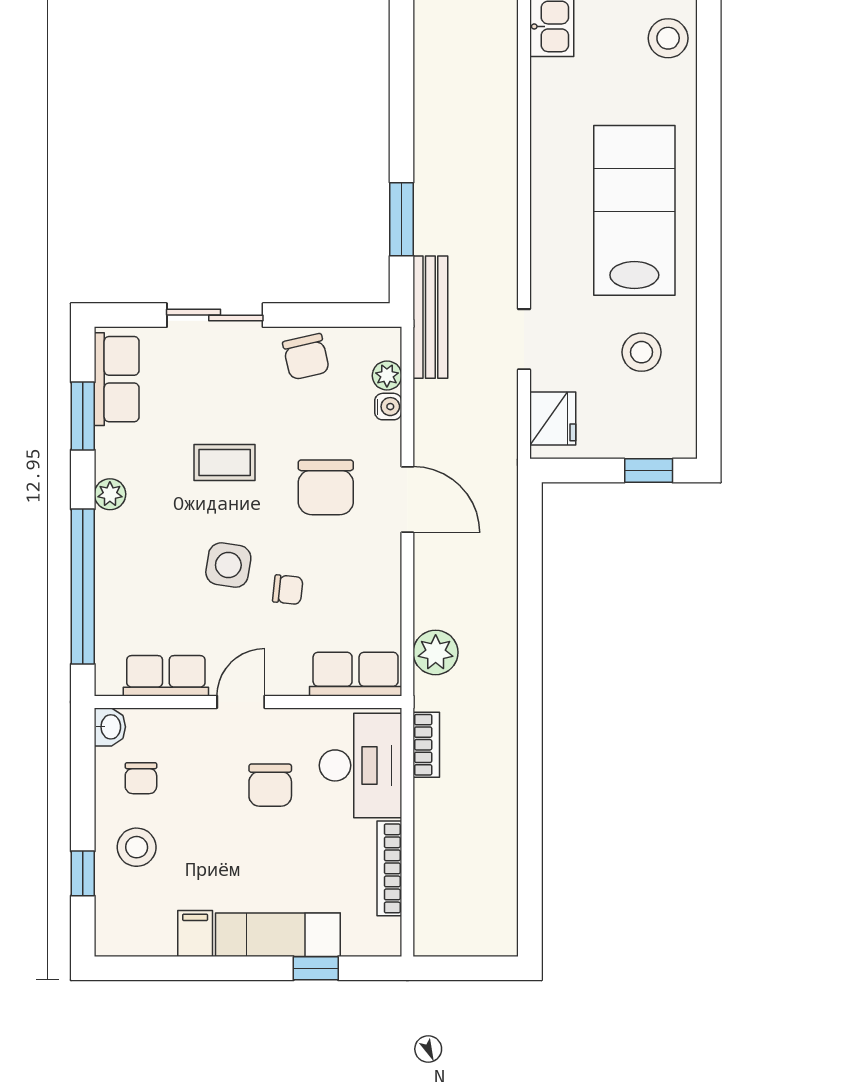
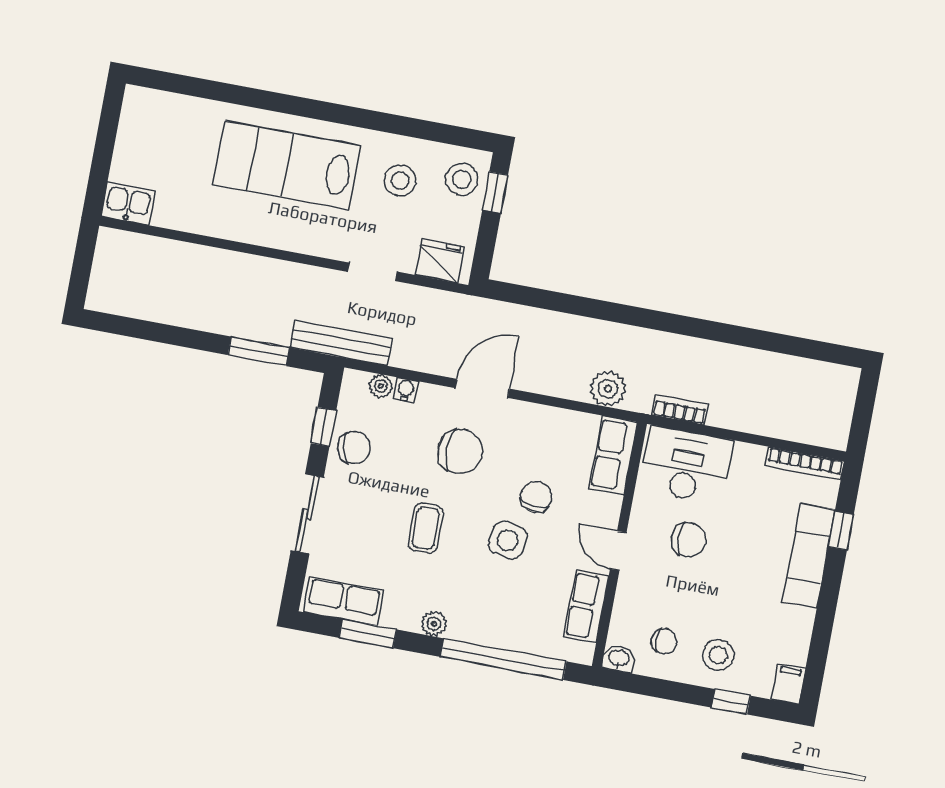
stool: (668, 38) -> (462, 179), moved
window: (324, 315) -> (323, 427), added
chair: (288, 590) -> (536, 497), width x1.37, depth x1.37
bookcase: (389, 868) -> (805, 463), moved
filing cabinet: (195, 934) -> (788, 684), moved, turned 90

